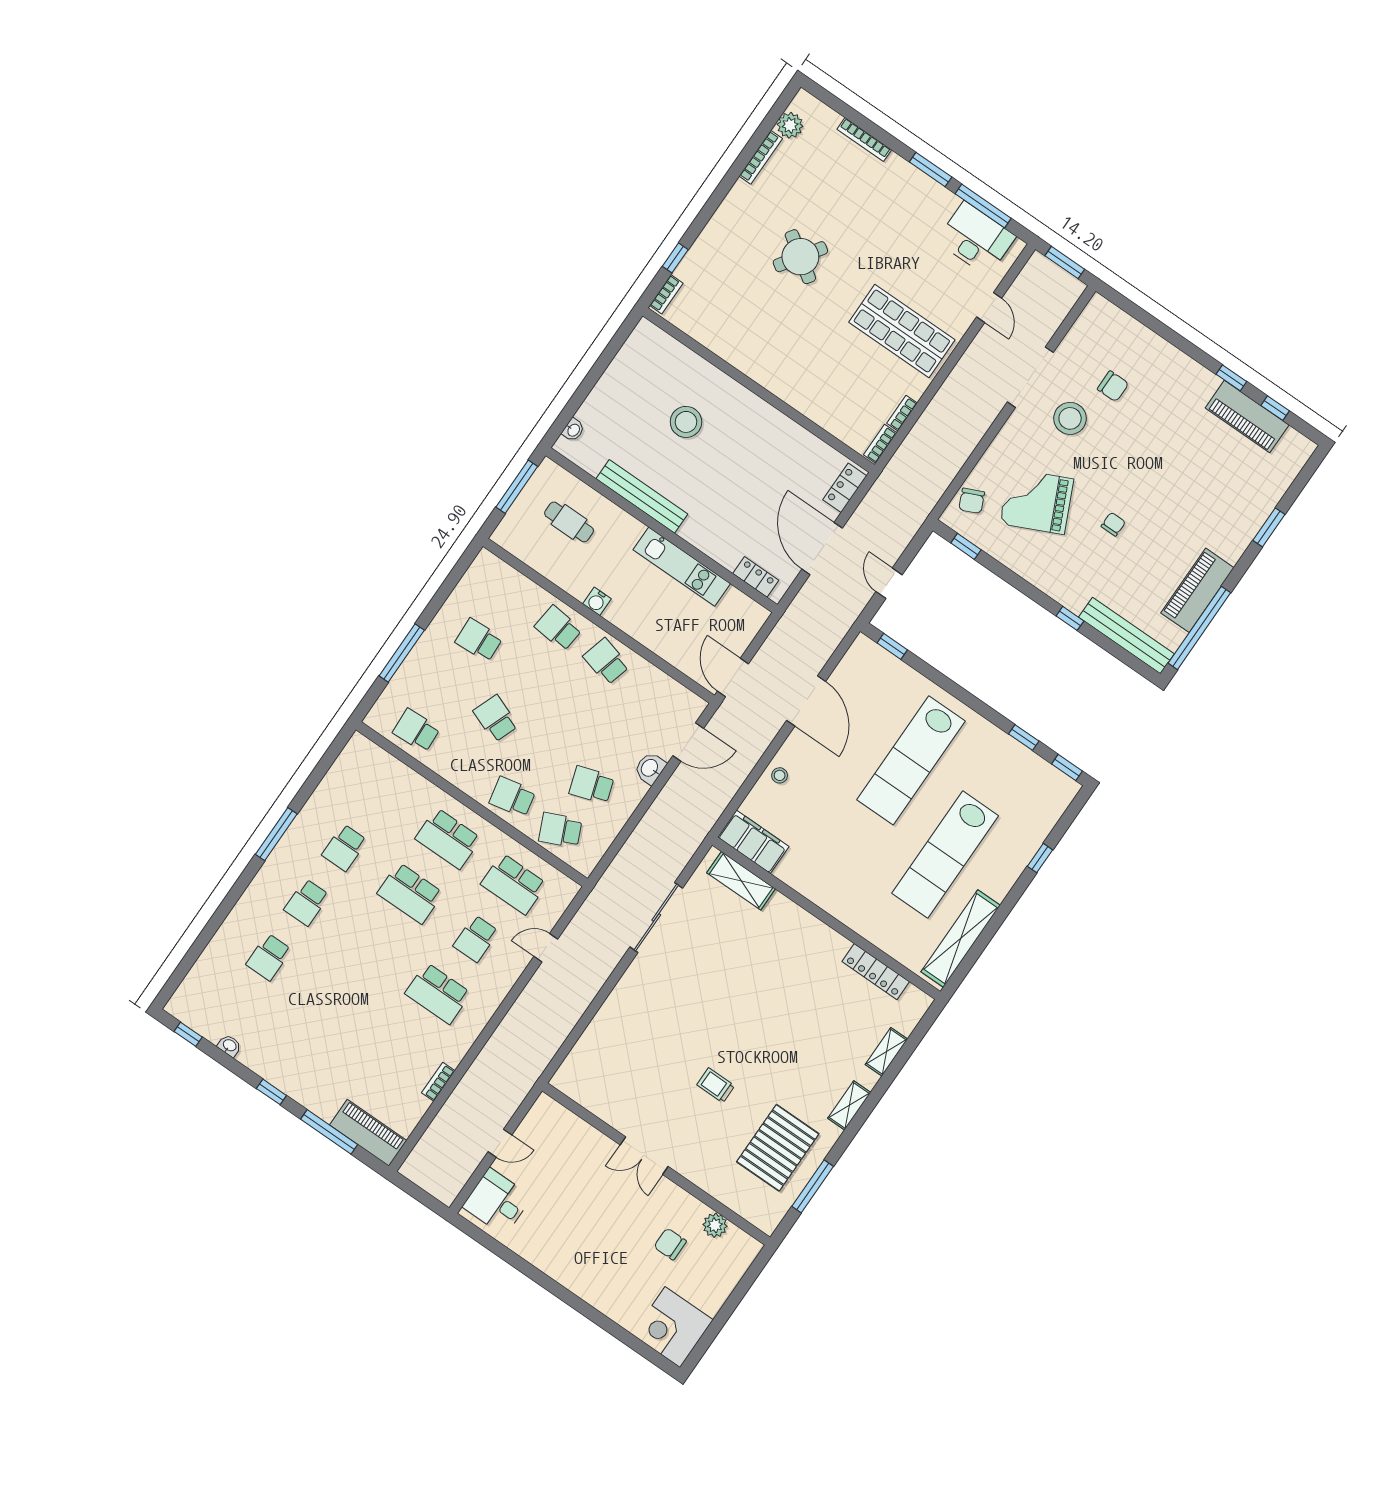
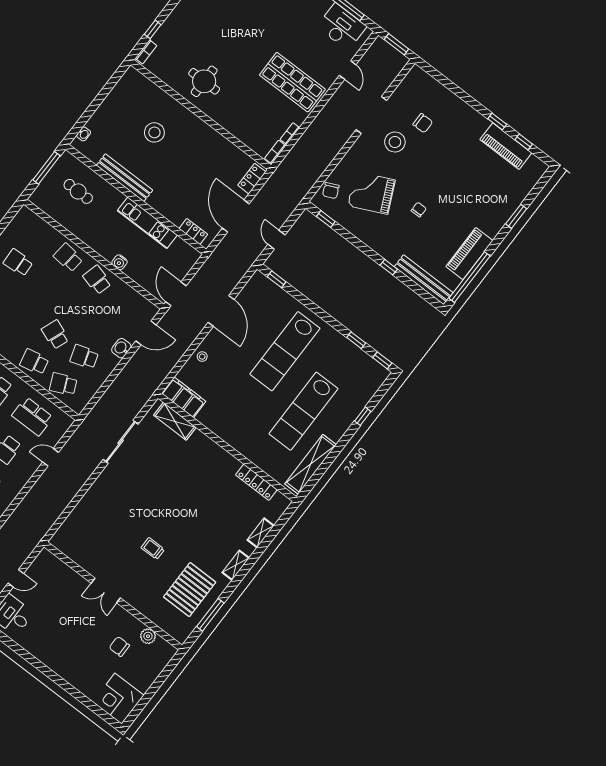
round table: (800, 257) -> (204, 81), moved, turned -34
water cooler: (597, 601) -> (120, 262), moved
school desk: (496, 718) -> (55, 335), moved

